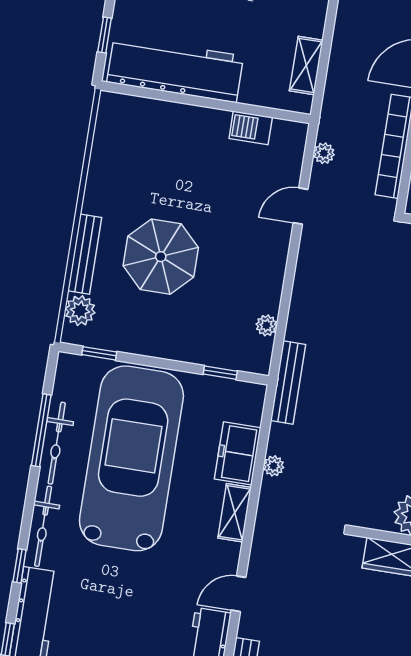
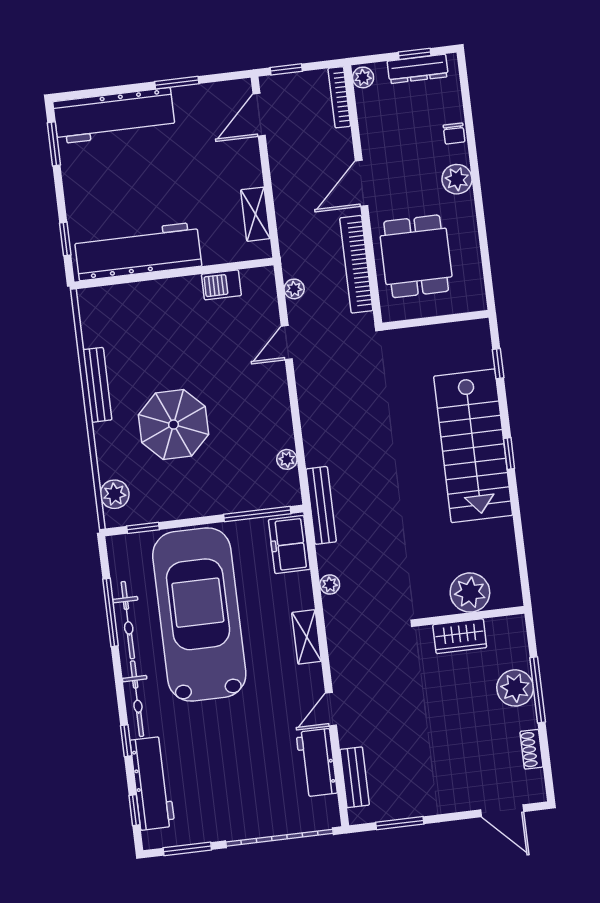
bench: (85, 254) -> (97, 385), moved
window: (220, 373) -> (257, 514), width x2.17
freezer: (238, 453) -> (289, 544), moved

